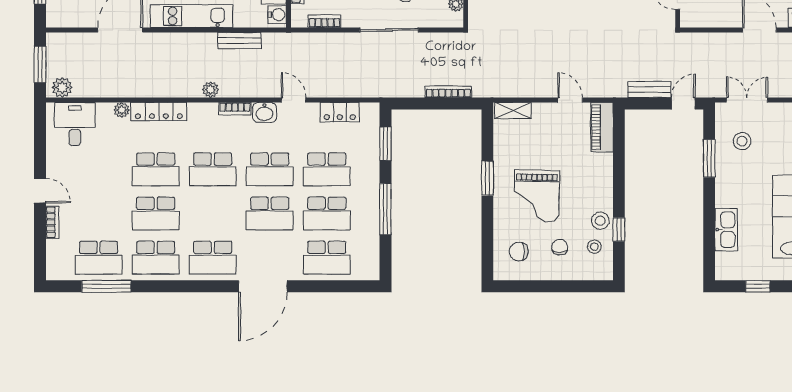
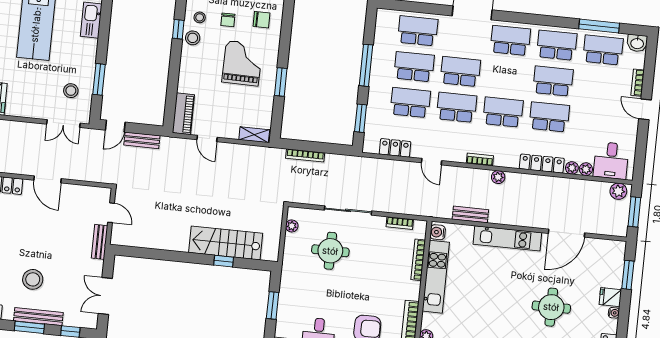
plant: (104, 110) -> (586, 169), added
washbasin: (264, 112) -> (637, 43), moved, turned 180

